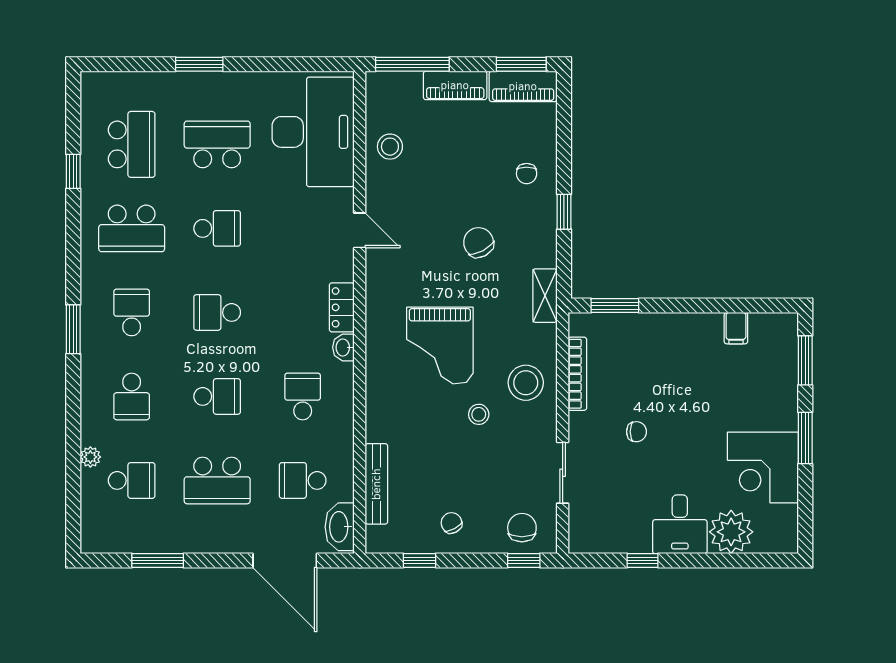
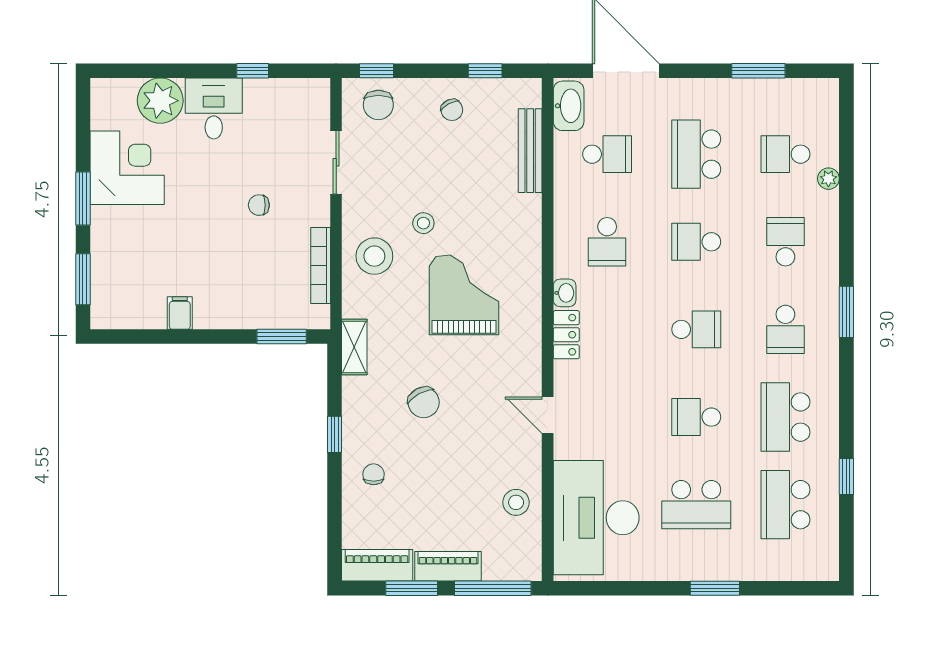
window: (521, 64) -> (412, 588), moved
school desk: (132, 228) -> (785, 417), turned -90
filing cabinet: (736, 328) -> (180, 313), moved
school desk: (217, 480) -> (696, 154), turned -90

